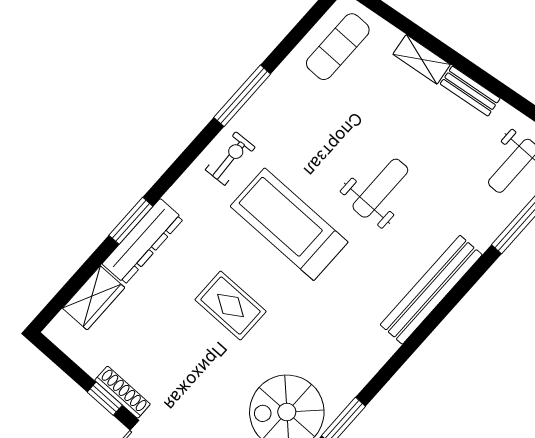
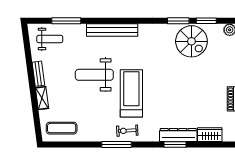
window: (242, 96) -> (117, 144), moved
weight bench: (380, 188) -> (94, 75), width x1.36, depth x1.33
treadmill: (289, 224) -> (131, 93), turned 180
rug: (231, 306) -> (174, 89), removed

